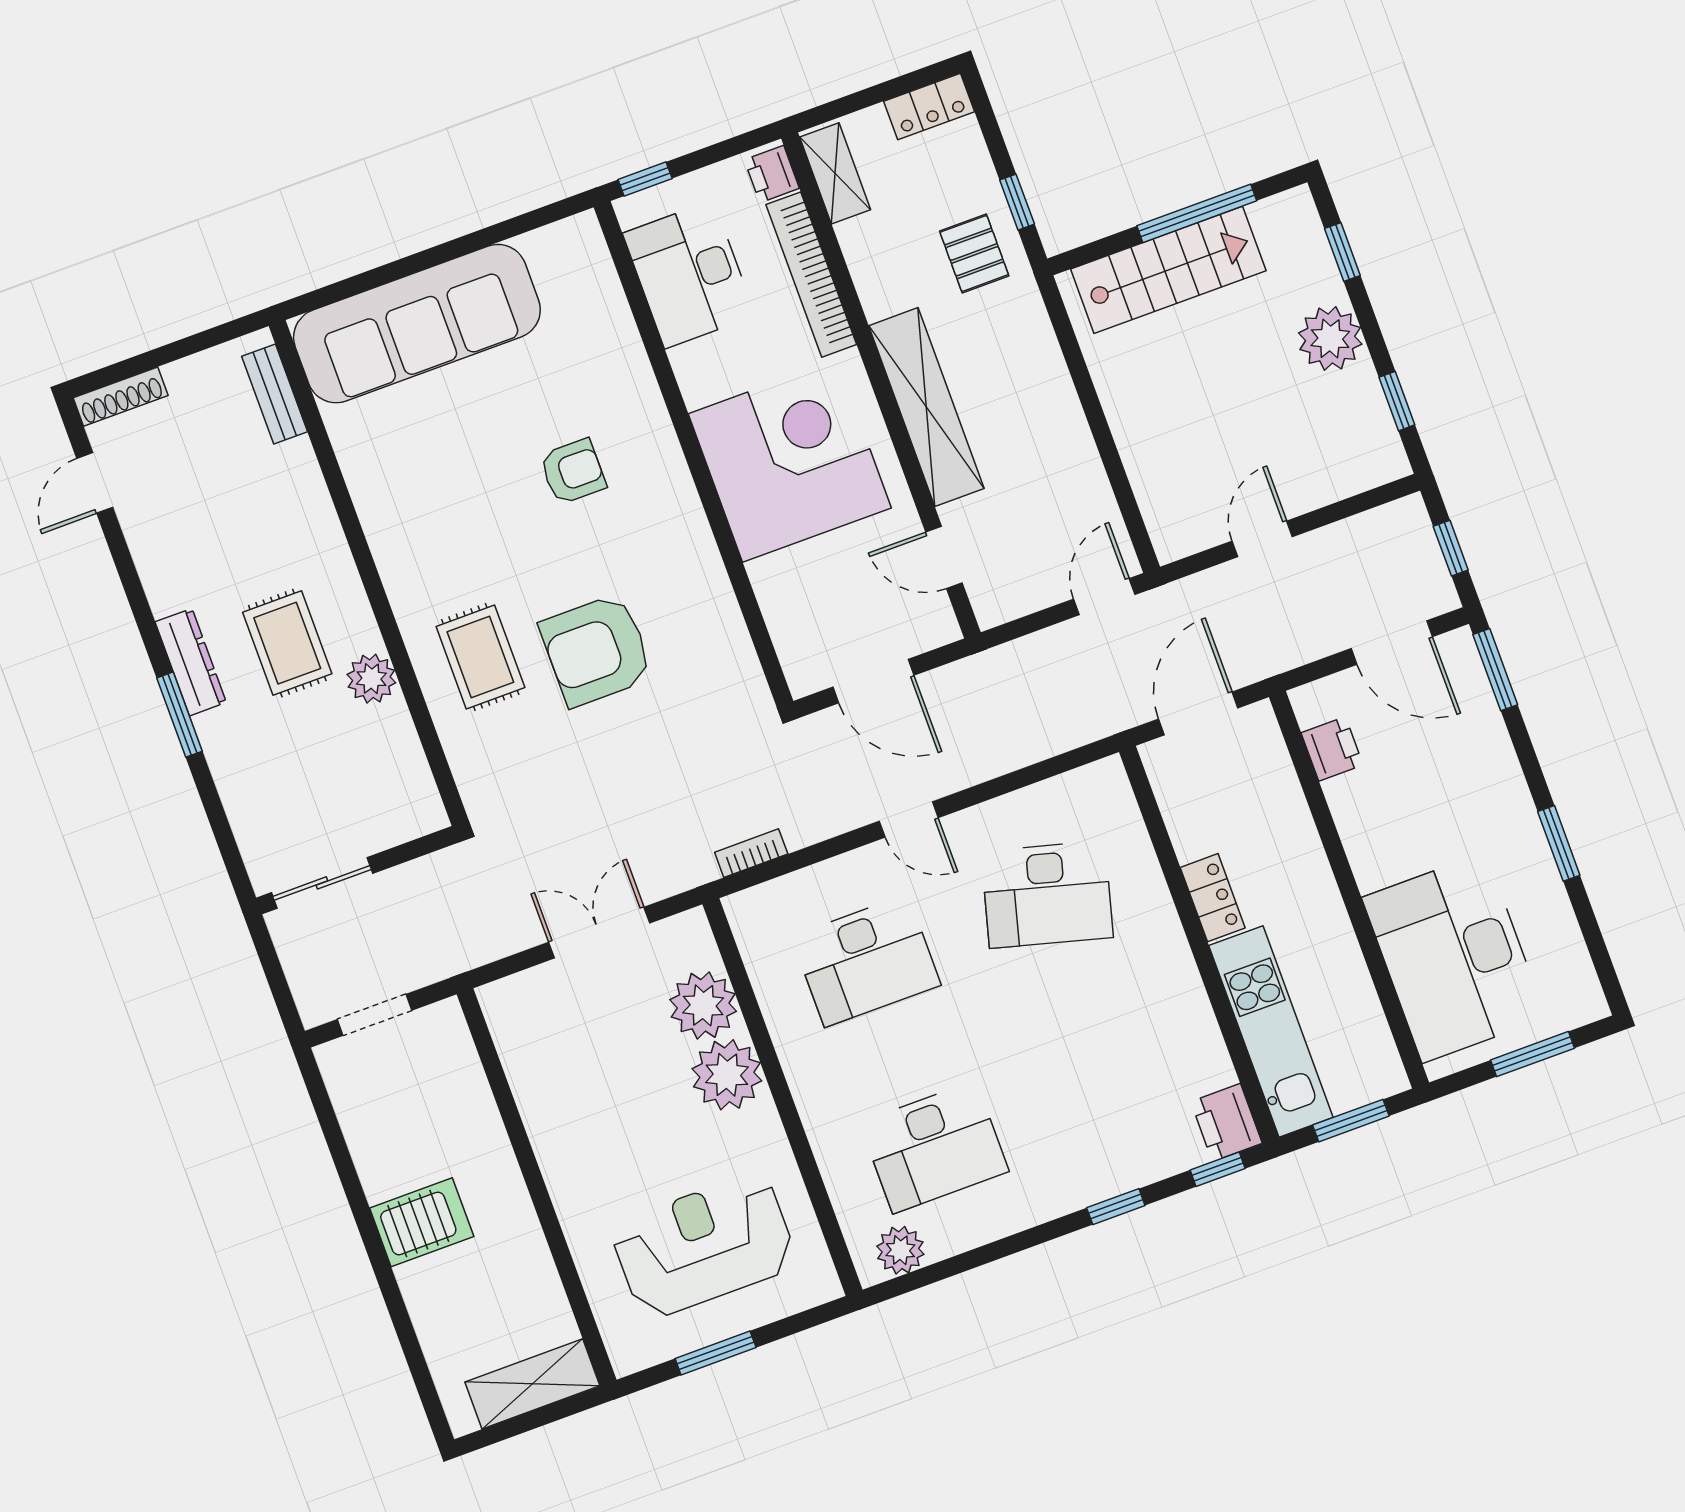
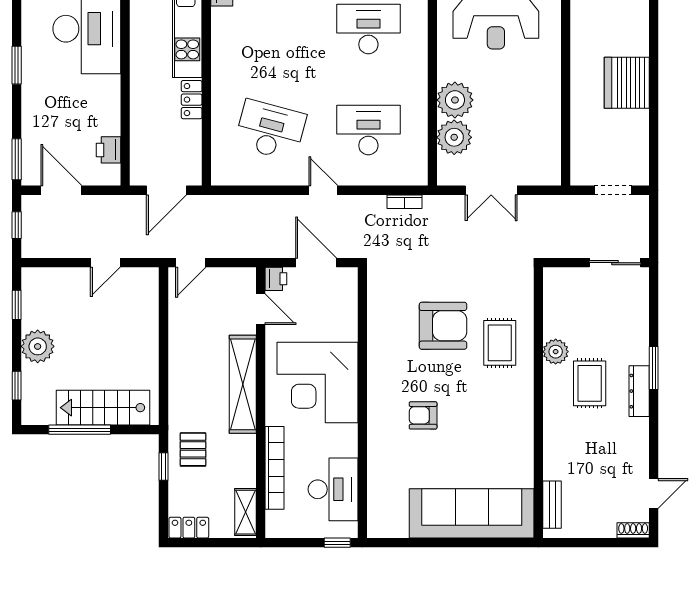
printer: (772, 174) -> (276, 279), moved
shoe rack: (121, 397) -> (633, 530), width x0.70
server rack: (422, 1222) -> (627, 83), width x1.60

